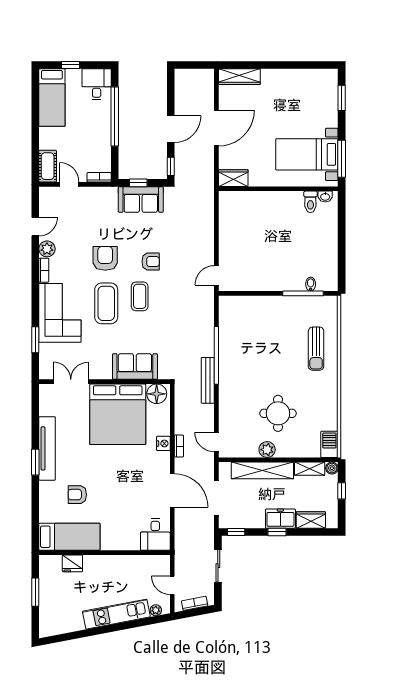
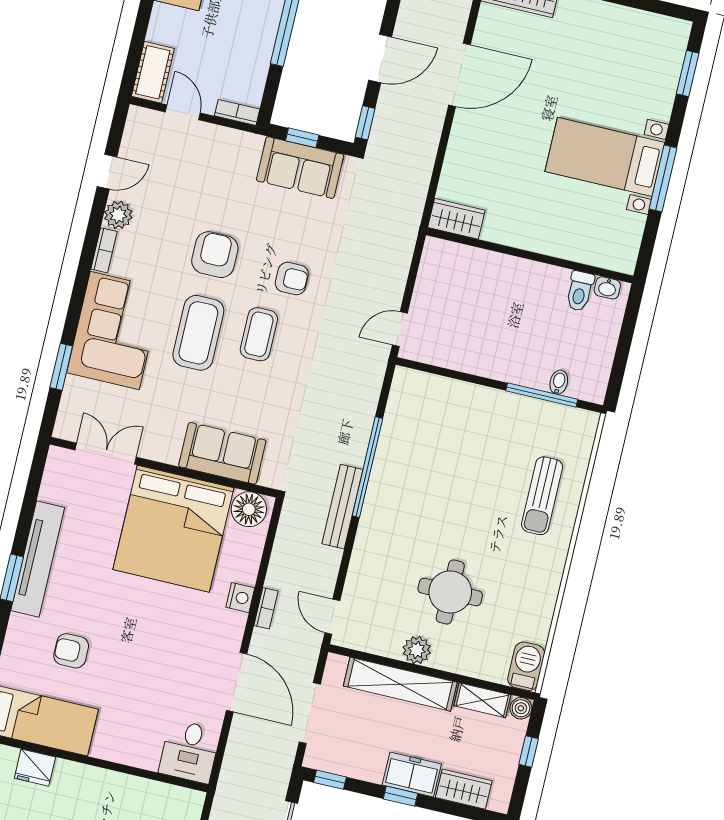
wardrobe: (233, 178) -> (456, 219), moved
wall: (278, 189) -> (530, 255), moved
washbasin: (325, 197) -> (607, 288), moved
toilet: (310, 202) -> (580, 291), moved

